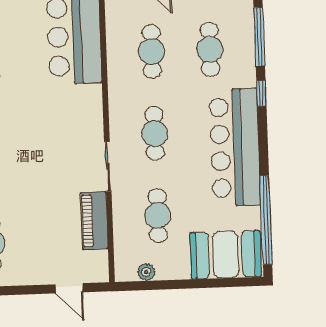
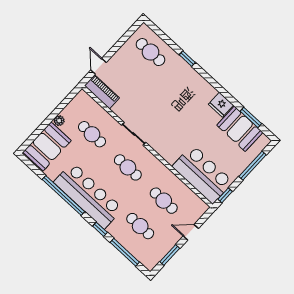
window: (266, 220) -> (63, 195), moved
piano: (94, 221) -> (102, 92), moved
plant: (146, 272) -> (59, 121), moved
door: (69, 288) -> (99, 66), hinge flipped

